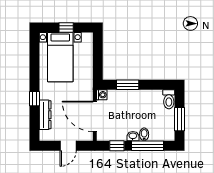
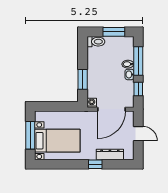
window: (66, 27) -> (30, 135), width x2.17

